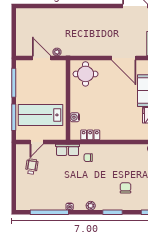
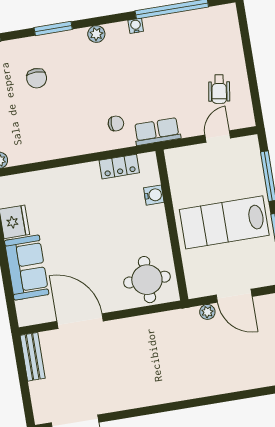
lab bench: (41, 115) -> (224, 222), moved, turned 180

